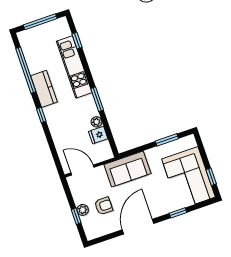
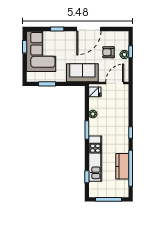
kitchen counter: (44, 89) -> (122, 166), moved
fridge: (98, 135) -> (95, 92), moved
door: (82, 170) -> (115, 83), swing flipped

